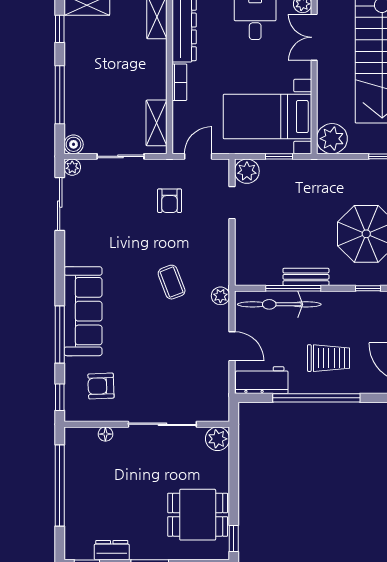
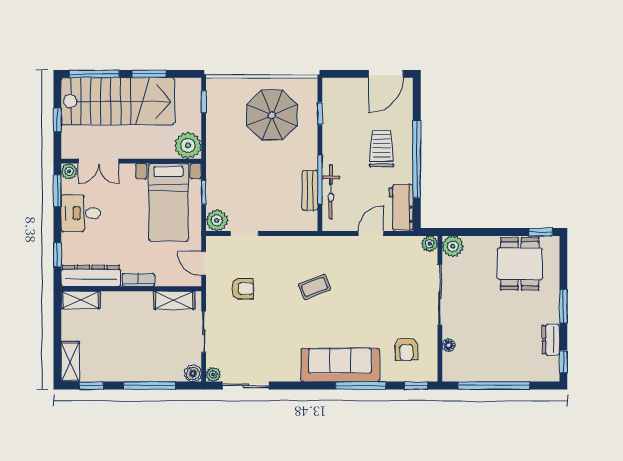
bench: (306, 277) -> (310, 190), moved
plant: (220, 296) -> (430, 244), moved
bicycle: (279, 304) -> (331, 192), width x0.73, depth x0.71

